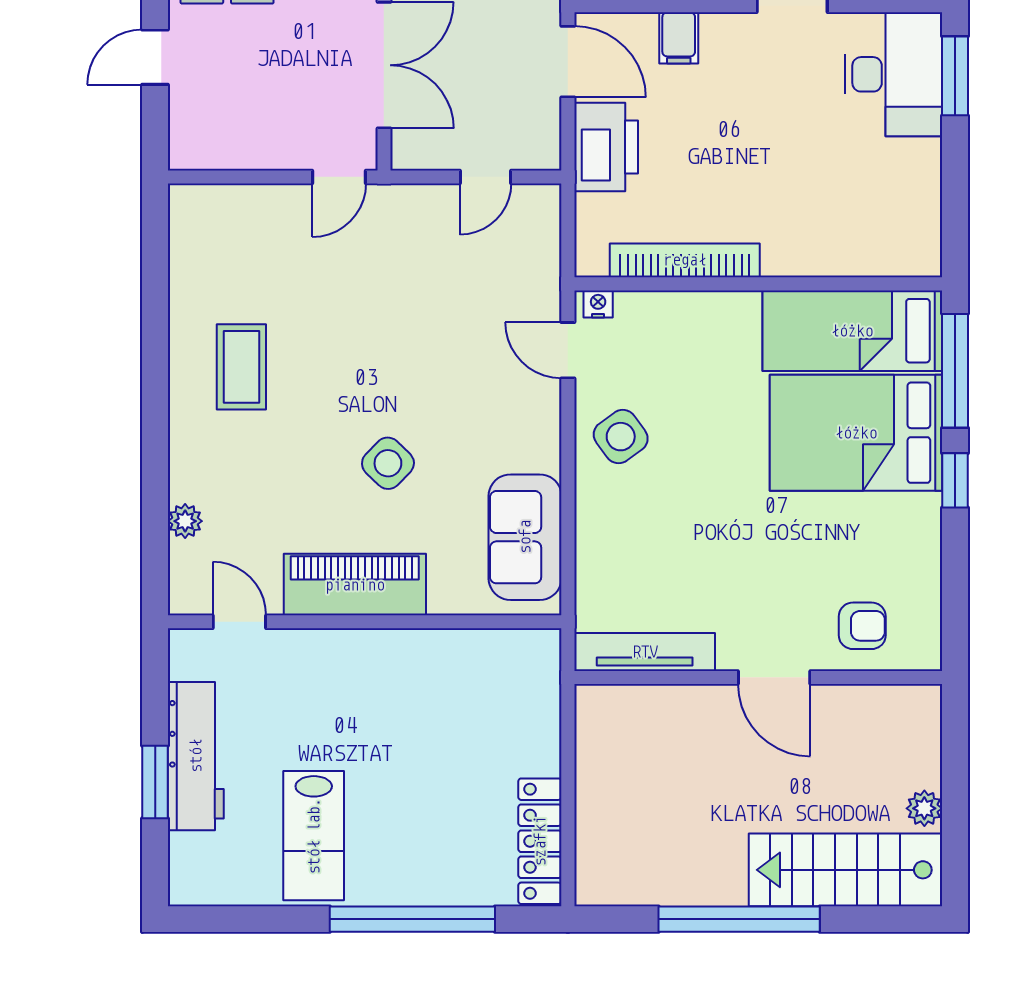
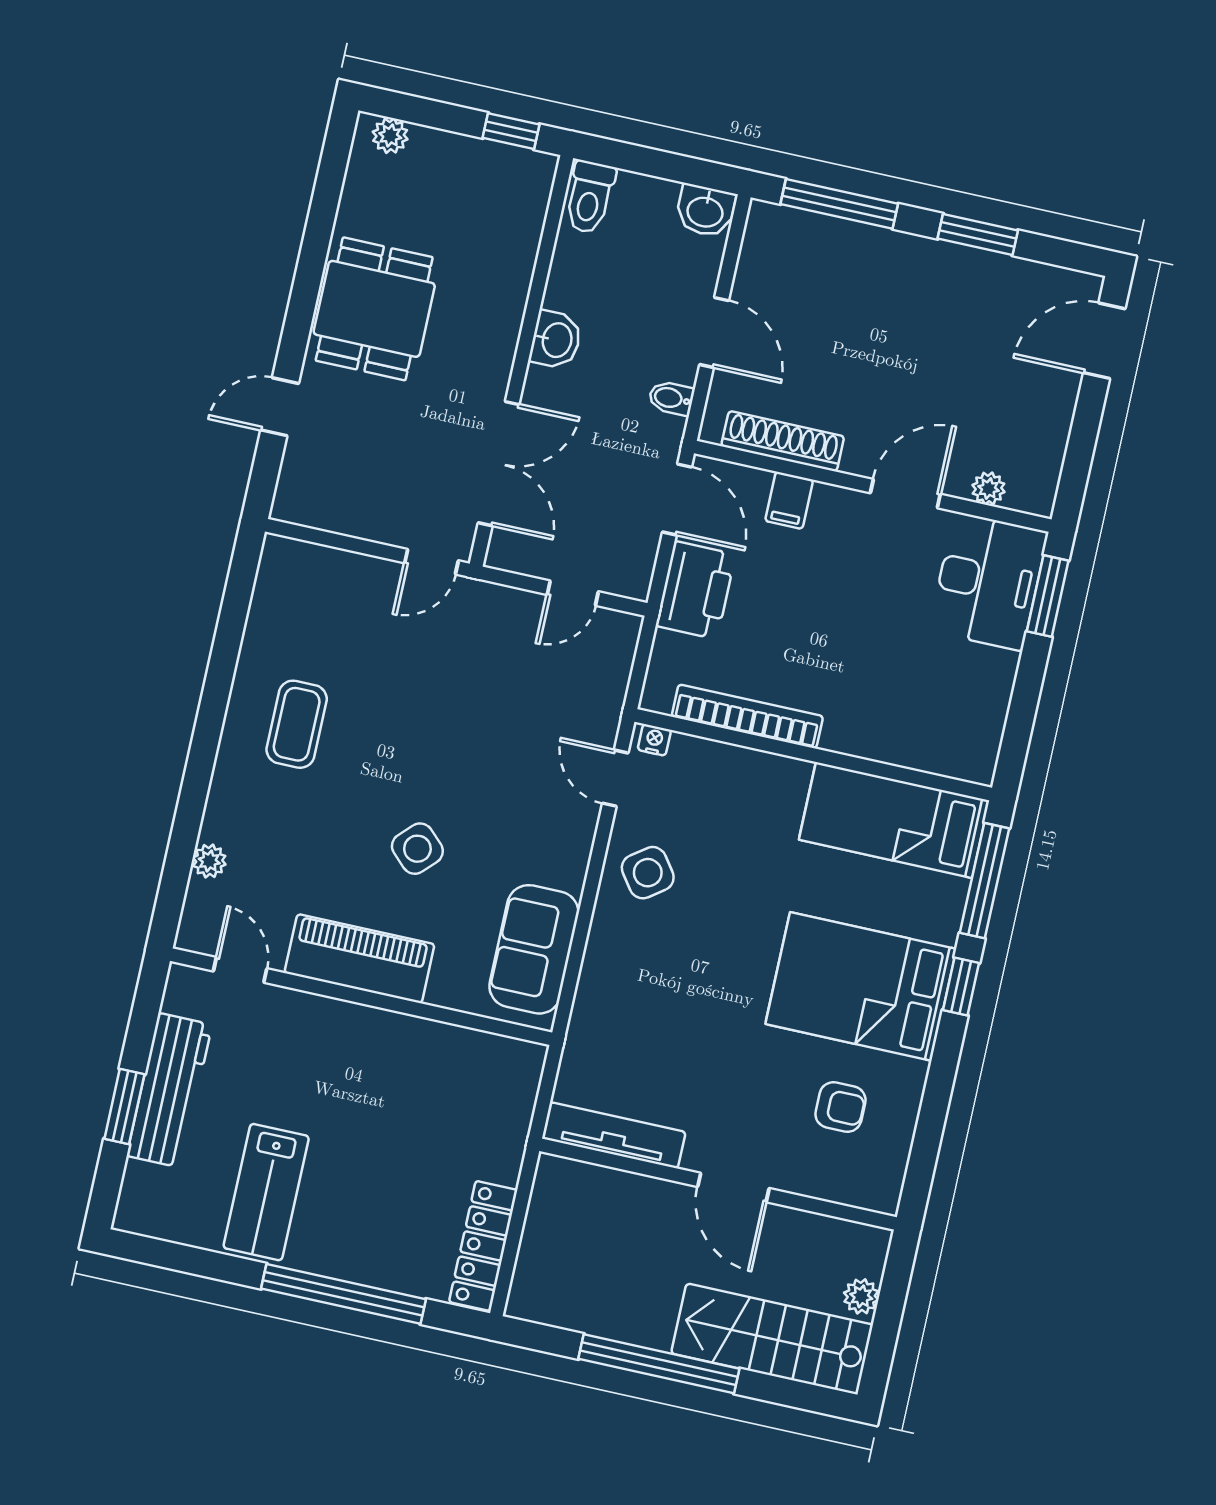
bed: (856, 433) -> (861, 986), moved
tv unit: (645, 652) -> (614, 1135), moved
wall: (758, 677) -> (718, 1184), moved
door: (774, 677) -> (733, 1188), moved

